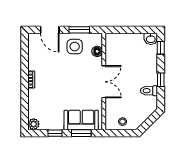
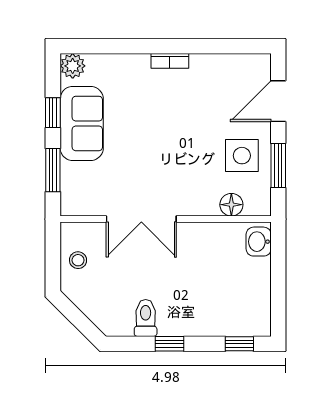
washbasin: (151, 39) -> (259, 242), moved
double door: (104, 82) -> (141, 219), moved
sofa: (81, 120) -> (82, 123), moved

